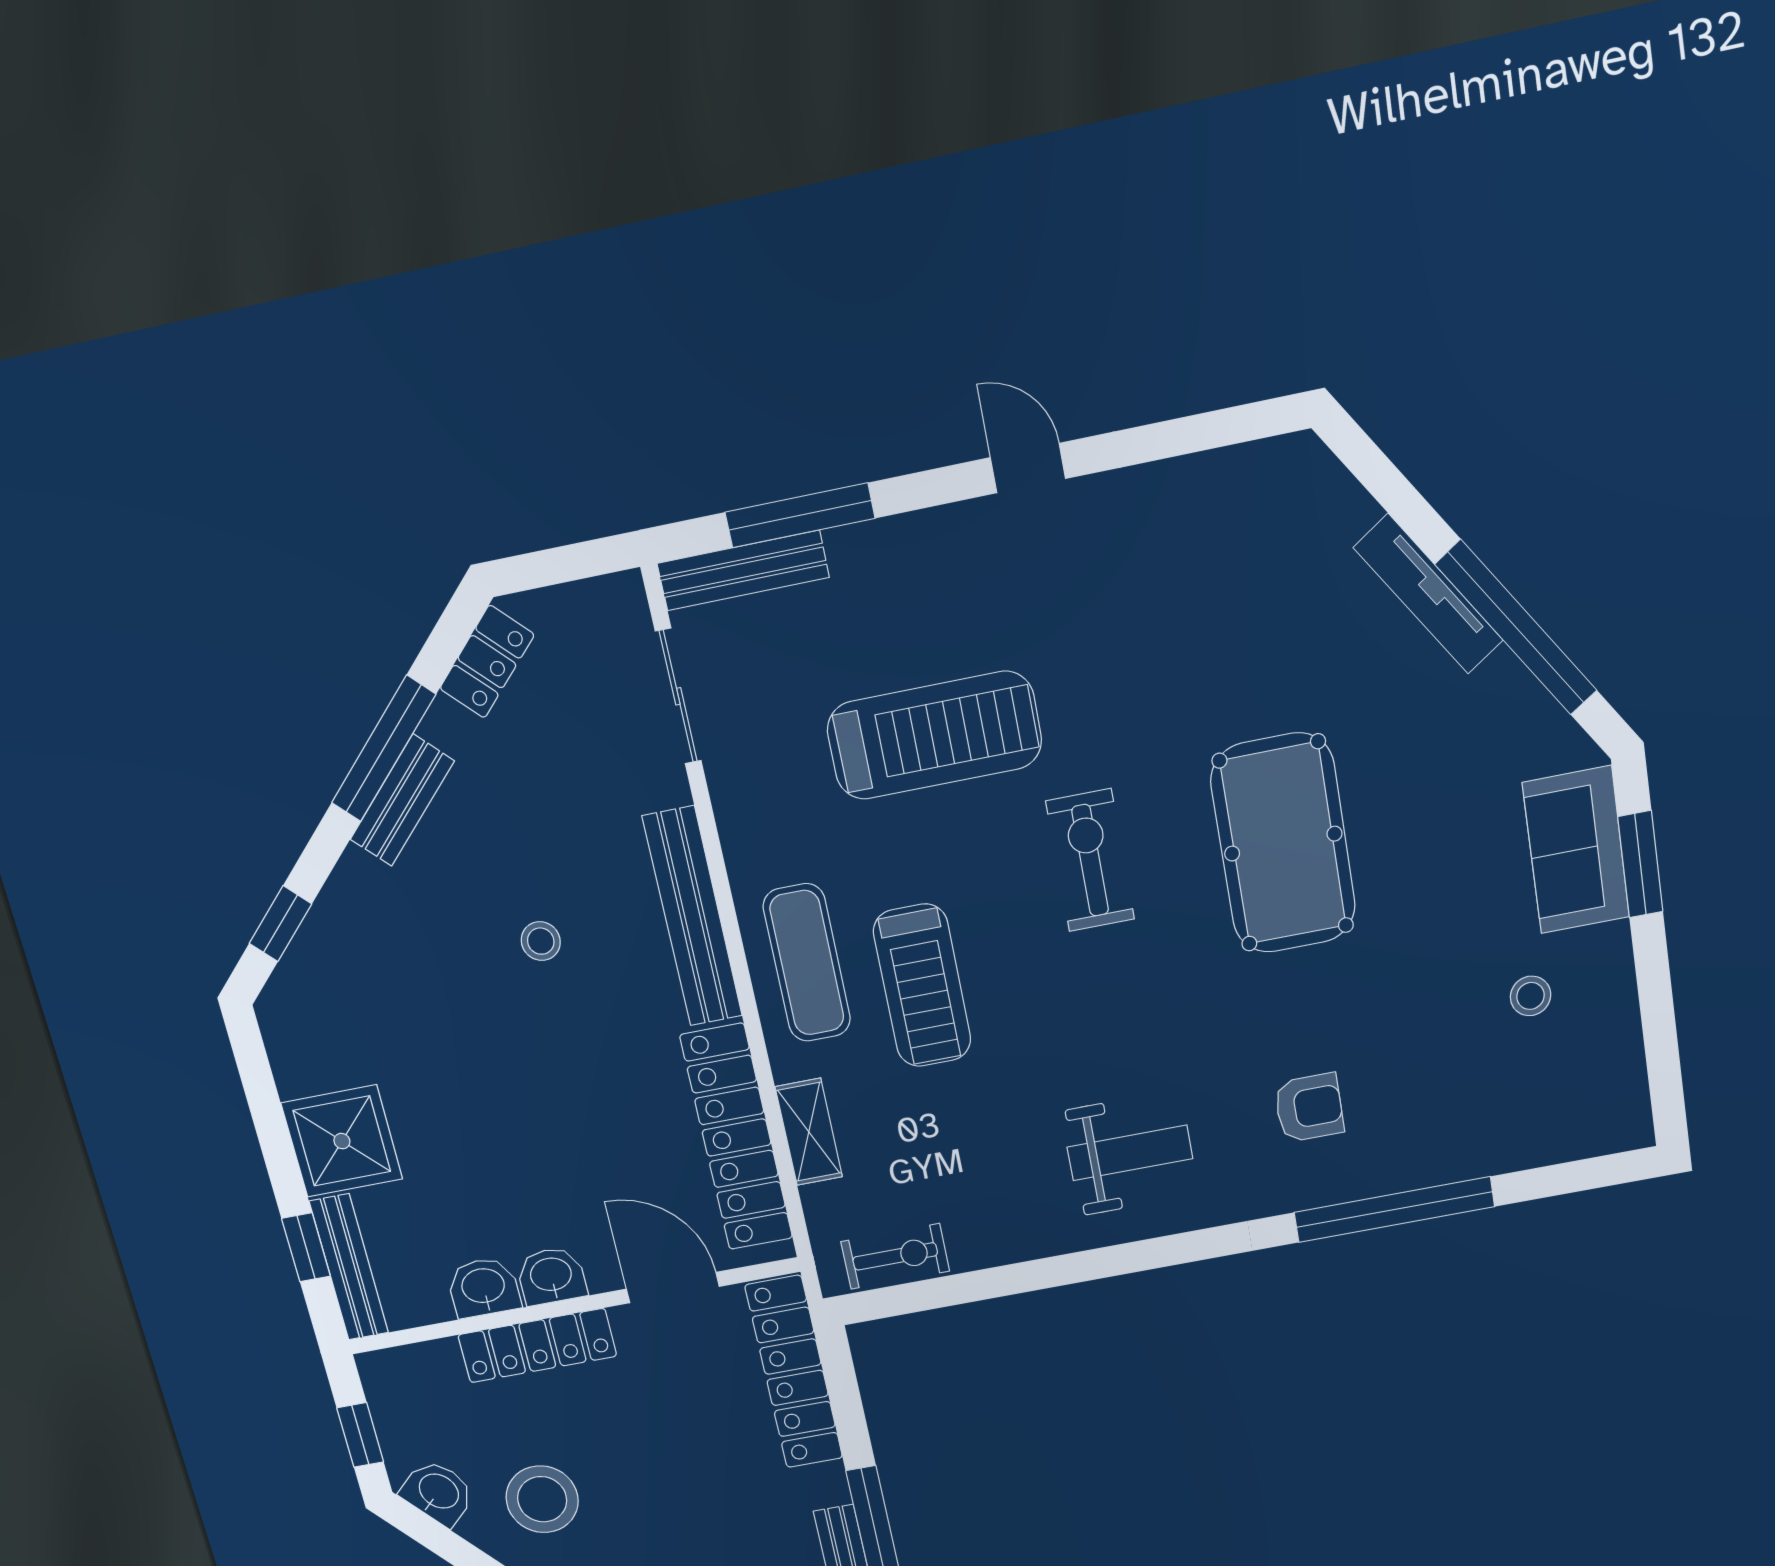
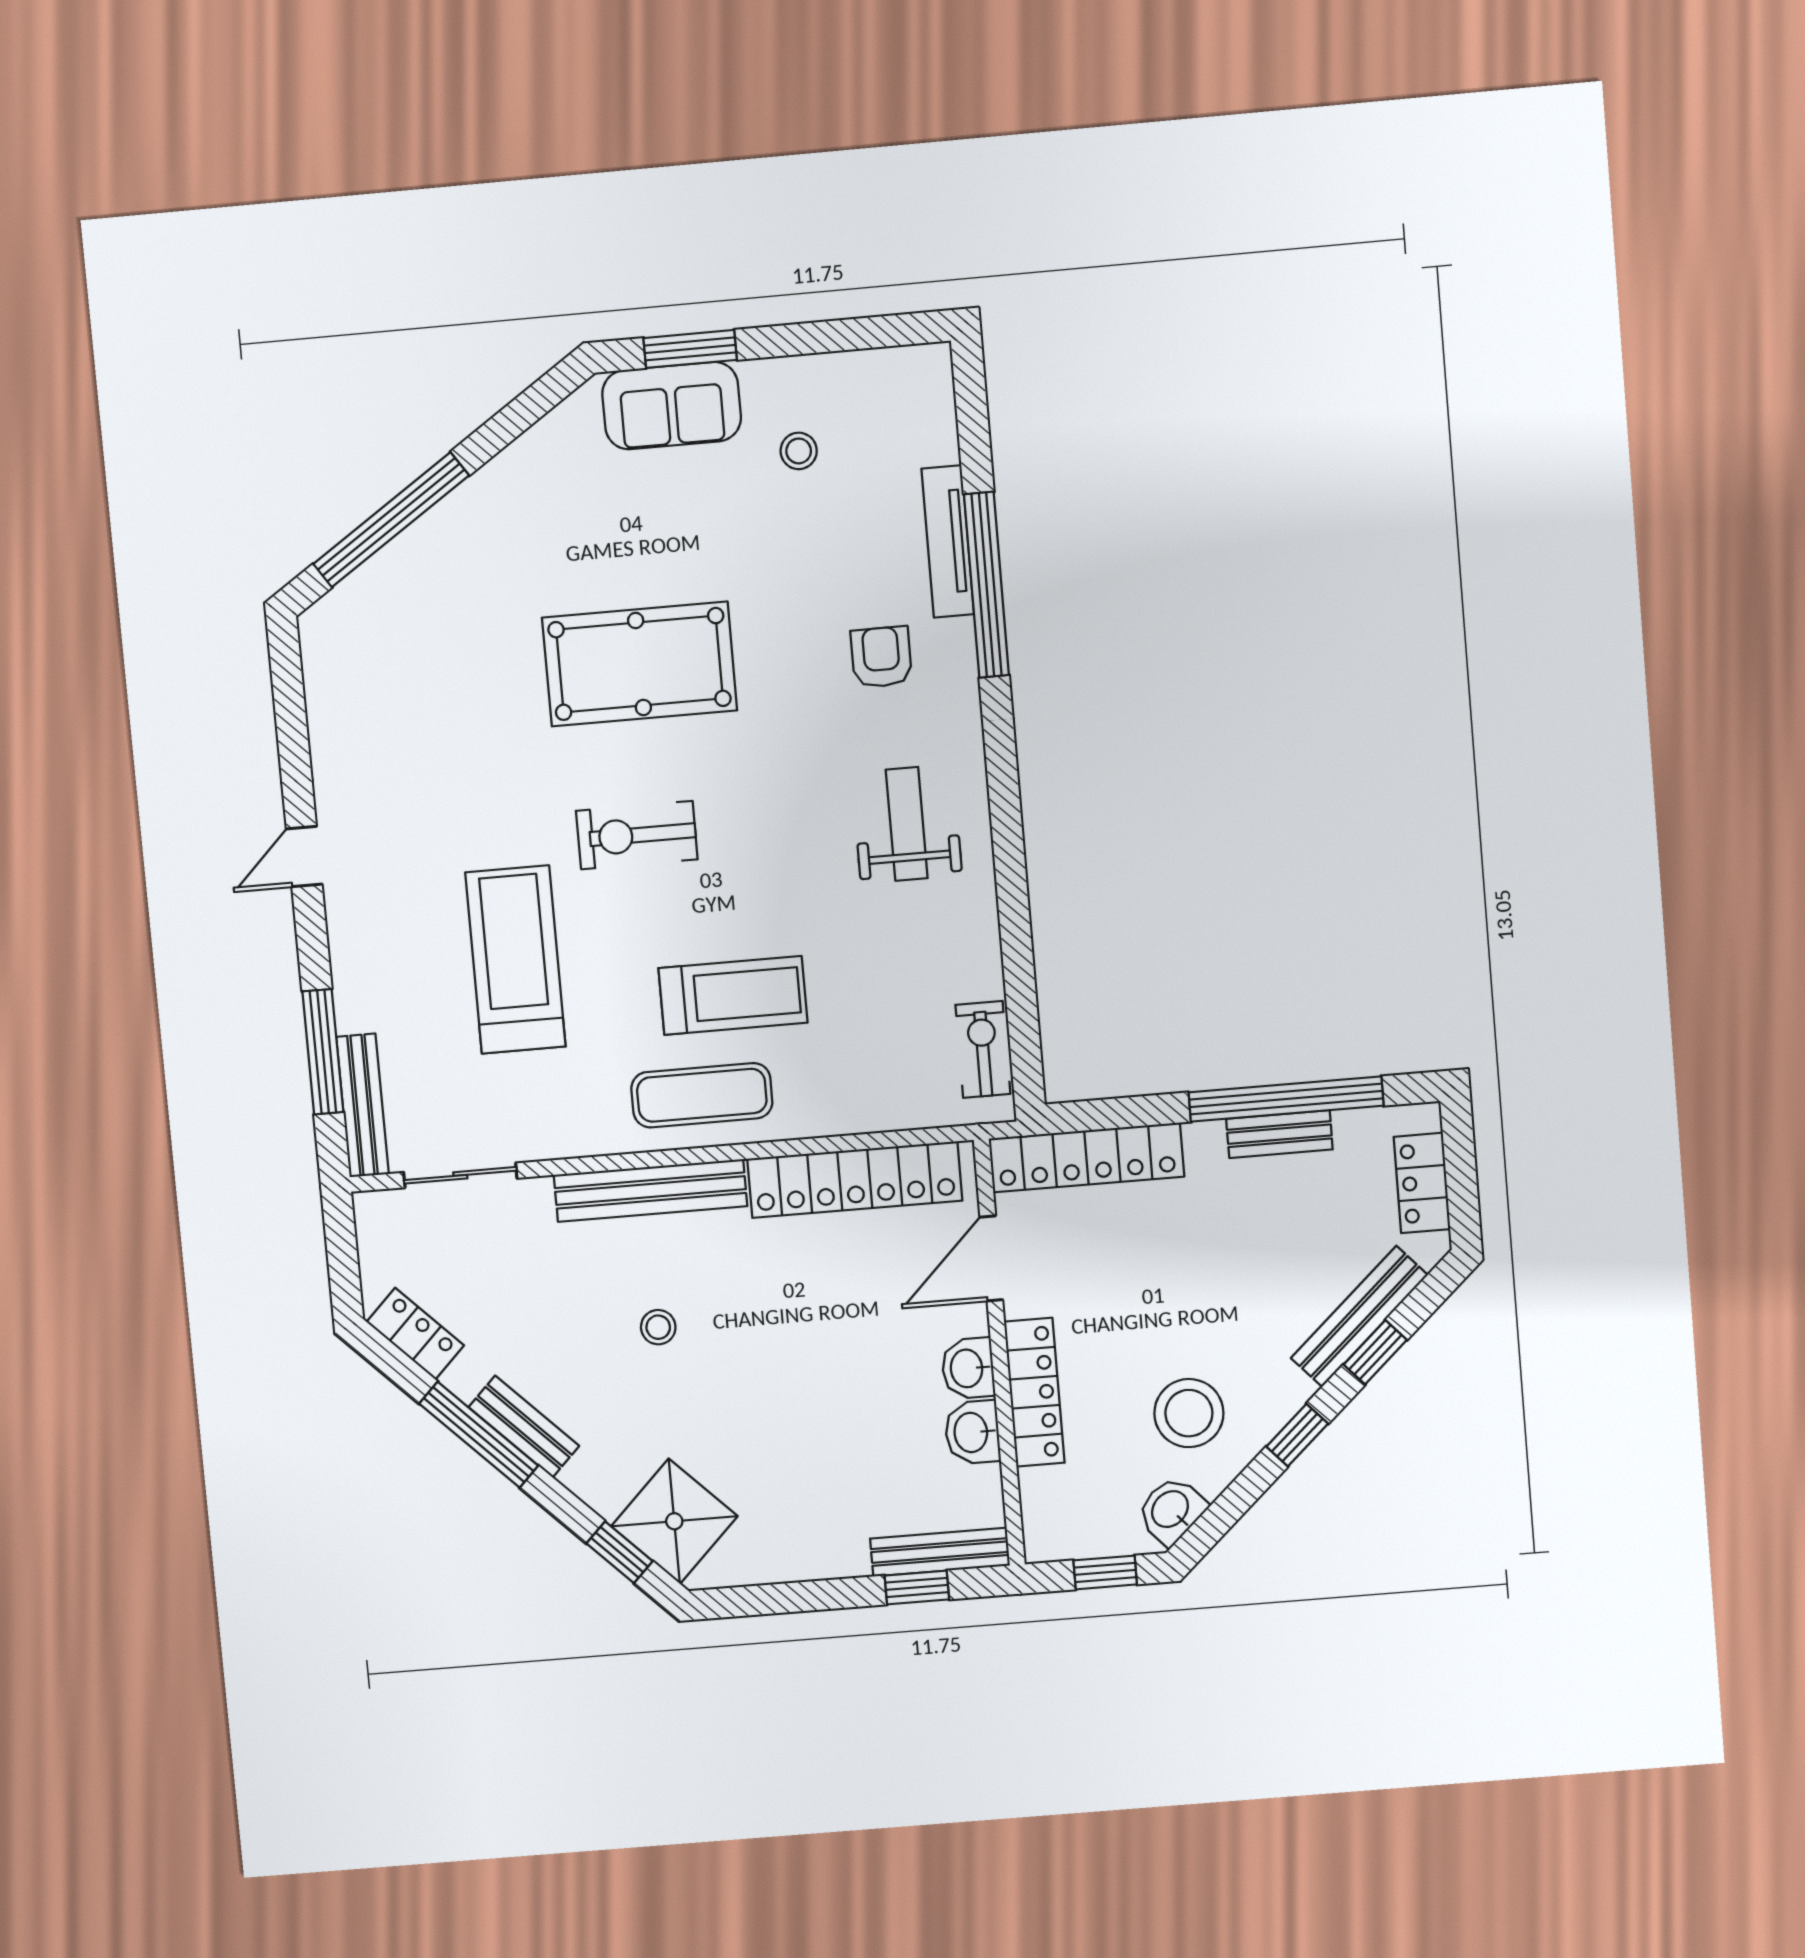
tv unit: (1428, 594) -> (948, 542), moved, turned 124
window: (1516, 628) -> (391, 520), moved
shelving: (809, 1132) -> (856, 1114), removed
shower: (342, 1141) -> (674, 1521), moved, turned 45

